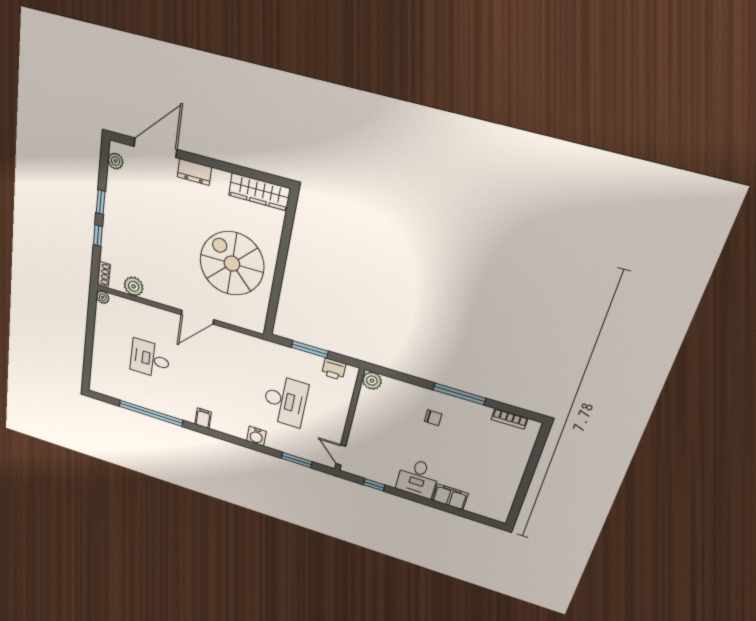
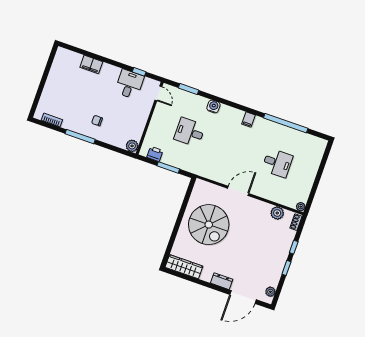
desk: (285, 401) -> (190, 132), width x0.73
desk: (418, 478) -> (129, 84), moved

